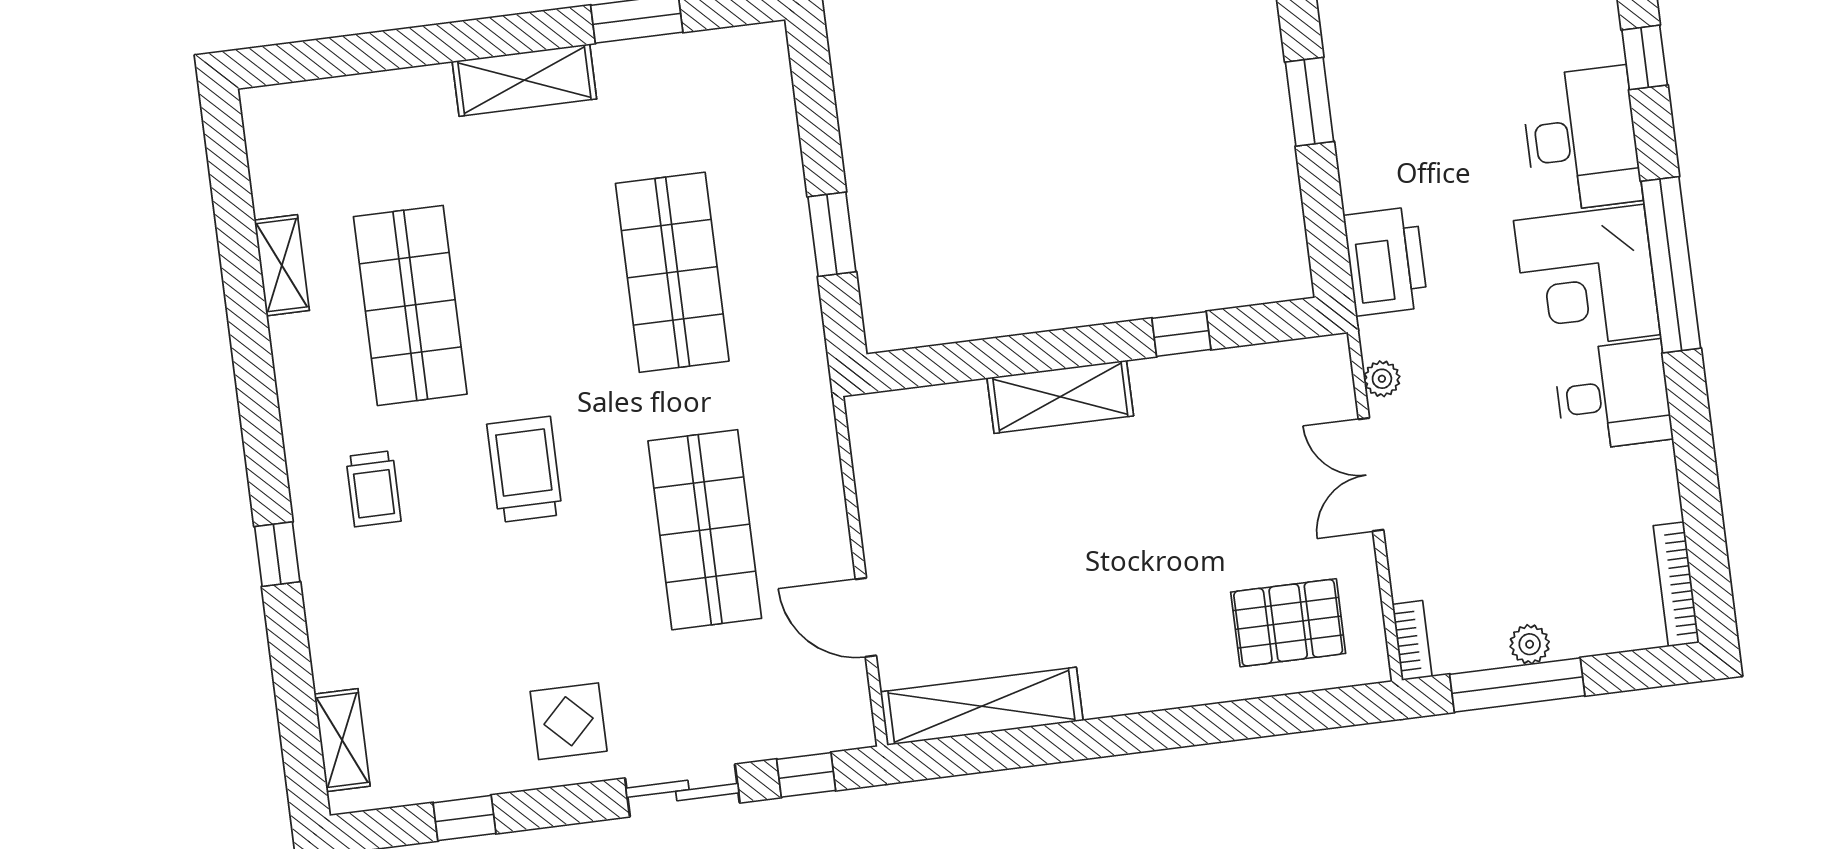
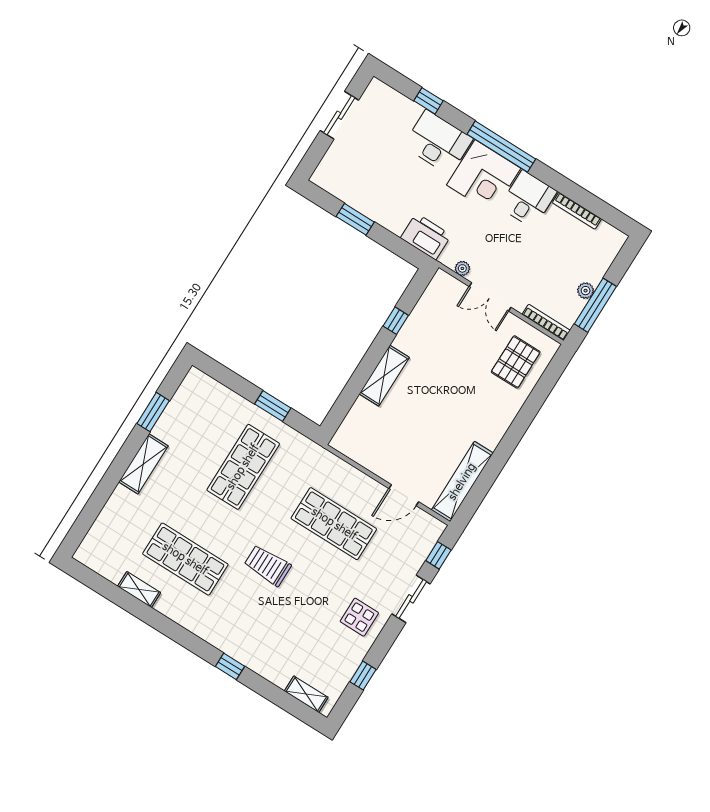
shop shelf: (672, 272) -> (243, 467), turned 90
trolley: (373, 489) -> (234, 619), removed
bookcase: (1676, 584) -> (577, 211), moved
bookcase: (1412, 640) -> (546, 322), width x1.56

